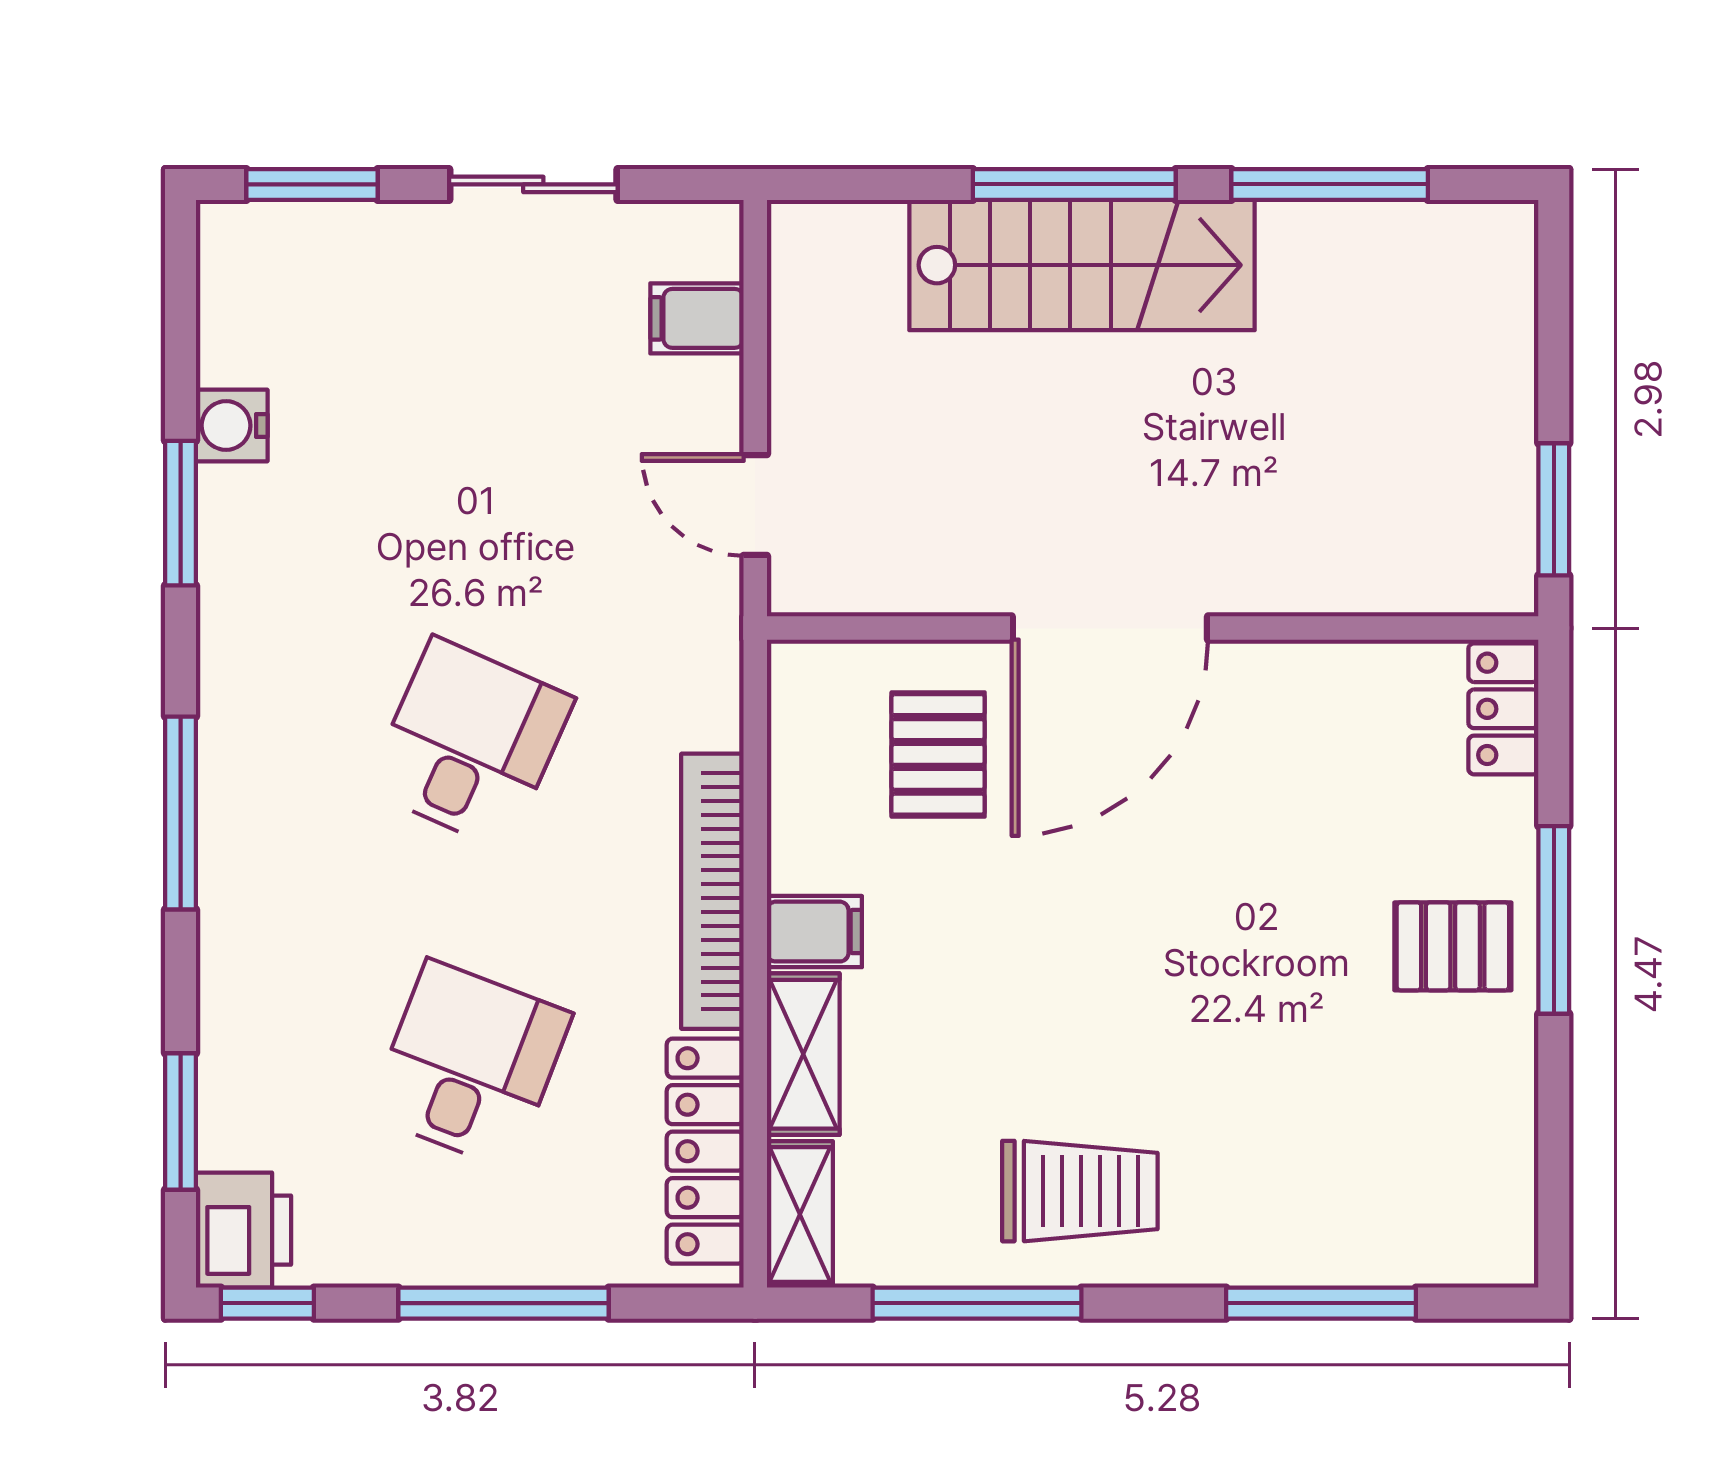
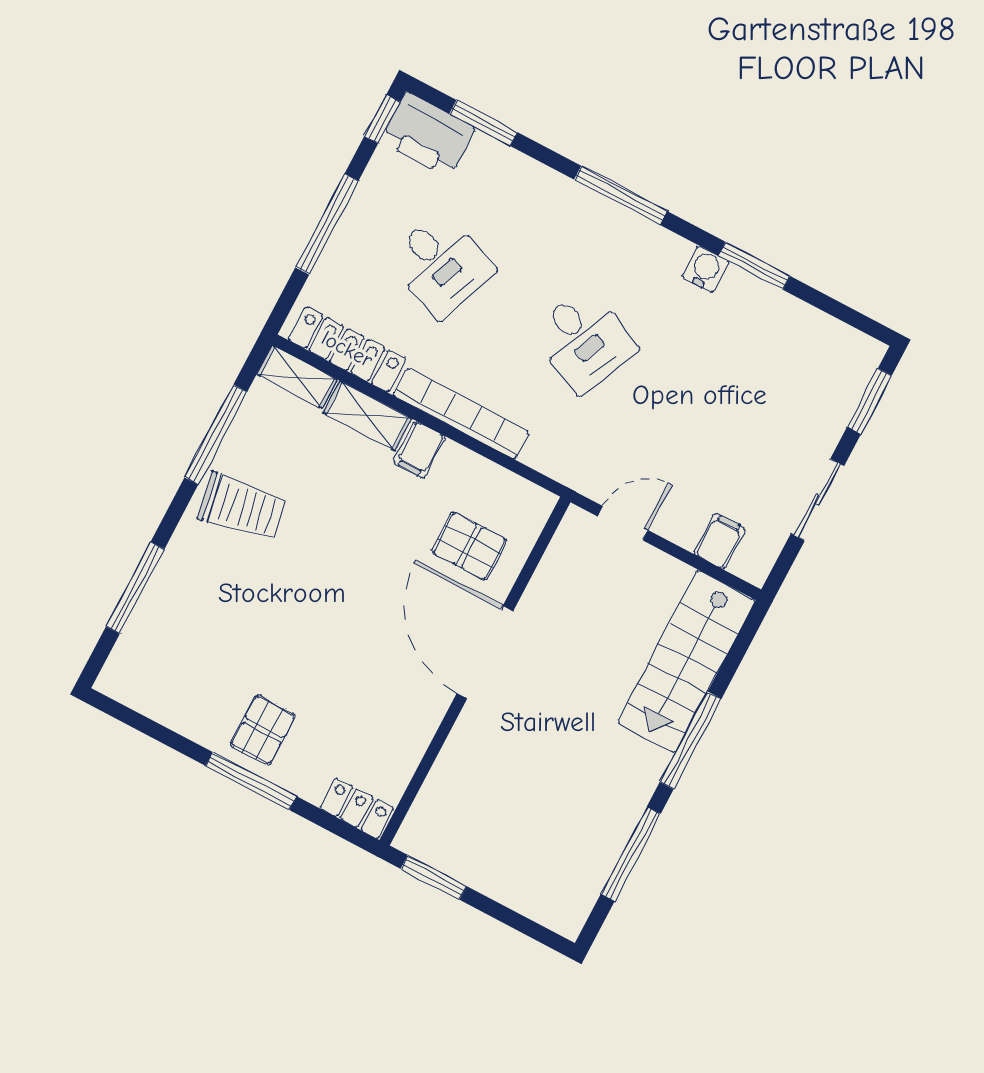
stairs: (1082, 265) -> (686, 661), moved
water cooler: (232, 426) -> (705, 269), moved
trolley: (1080, 1191) -> (242, 507), turned -100
printer: (244, 1230) -> (428, 135), width x1.37, depth x1.19

